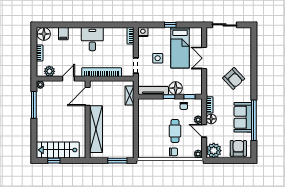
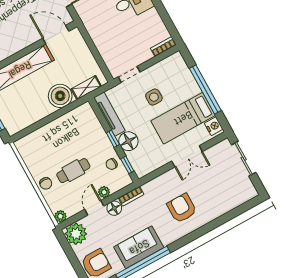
window: (170, 25) -> (205, 89), width x3.17
nightstand: (143, 32) -> (214, 126), moved
double door: (204, 58) -> (187, 156), swing flipped
bookcase: (102, 72) -> (97, 35), removed
armchair: (234, 78) -> (182, 208), turned 133
boiler: (126, 114) -> (60, 96), added

